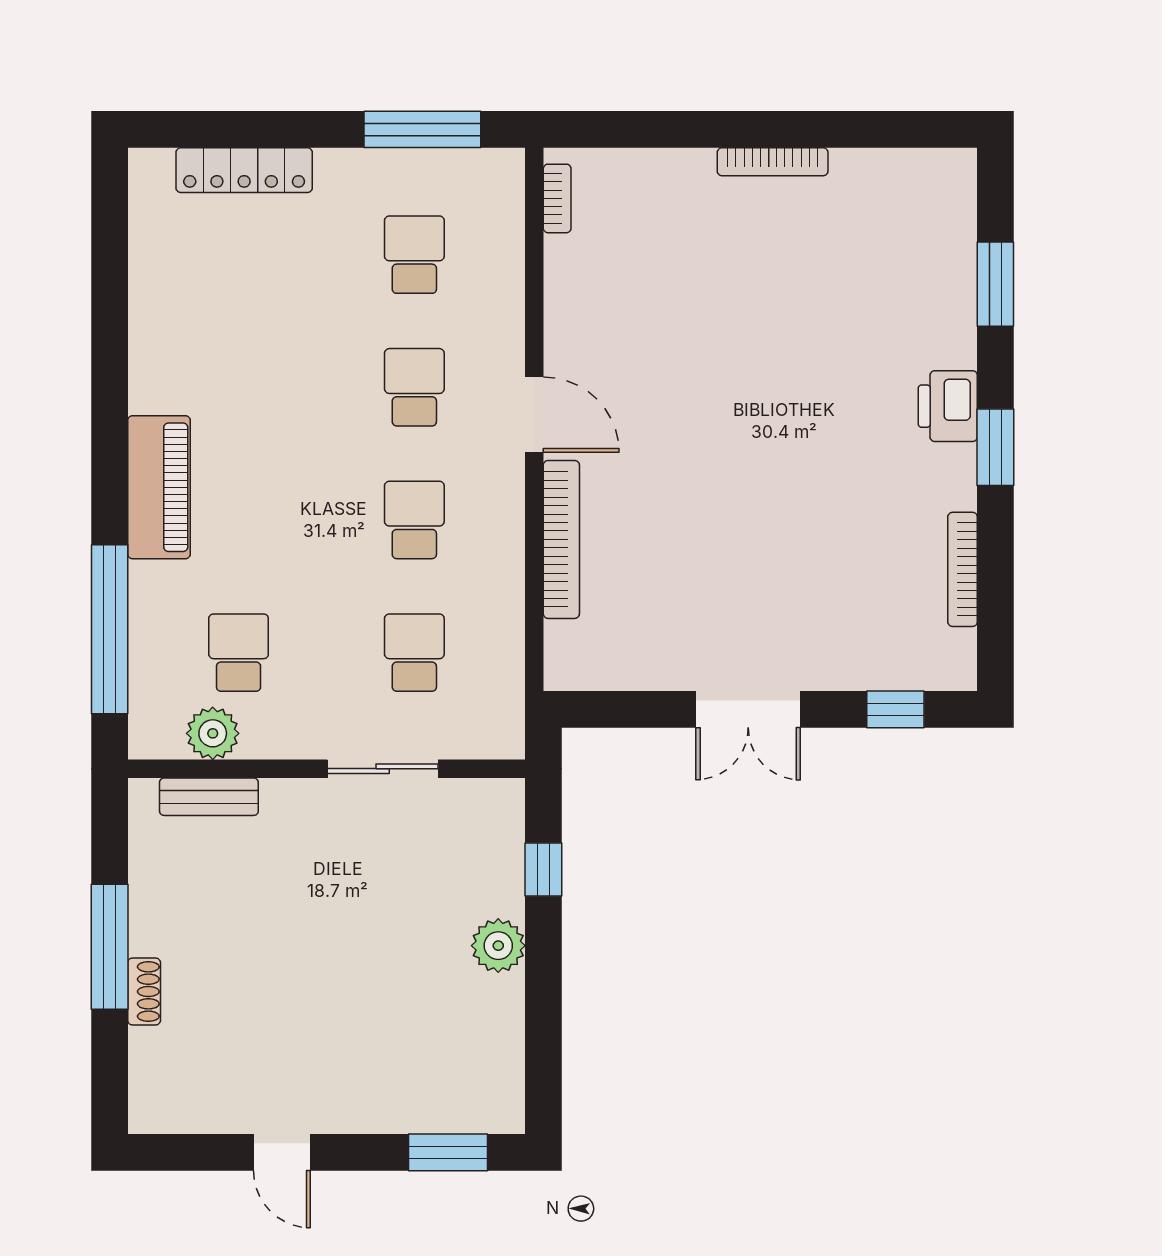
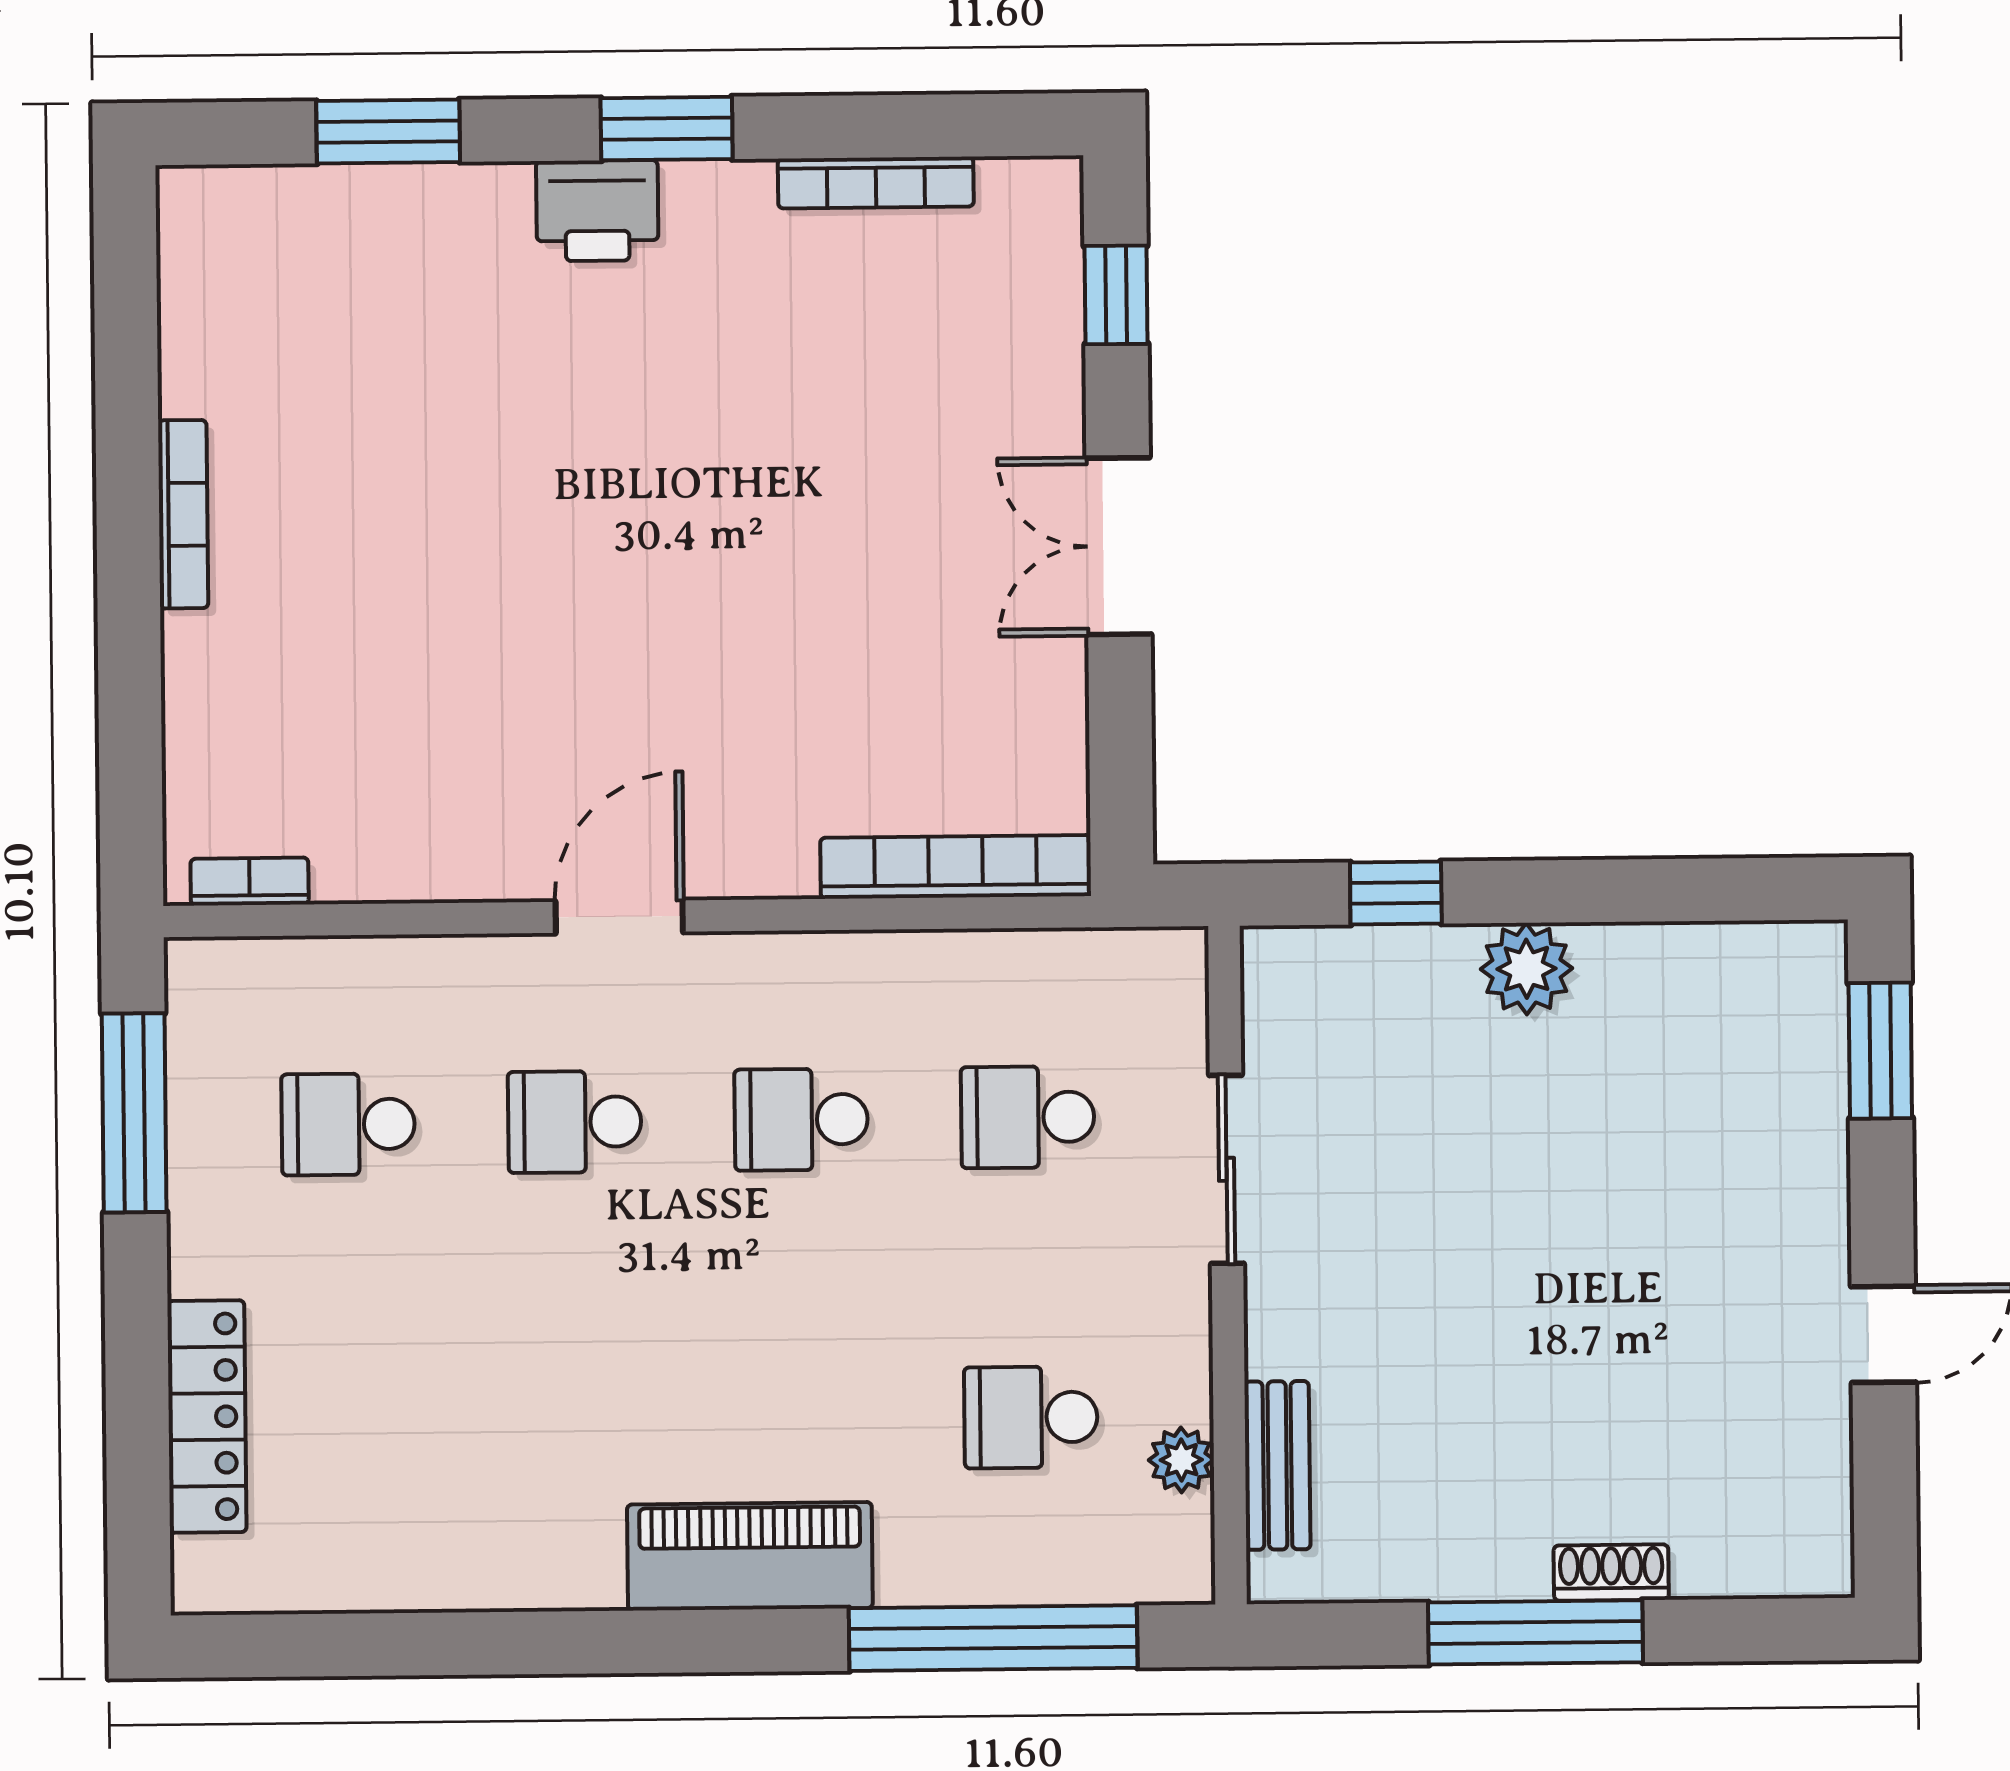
bookcase: (561, 539) -> (956, 867), moved
double door: (748, 709) -> (1119, 546), swing flipped
plant: (213, 733) -> (1181, 1460), width x0.73, depth x0.73

